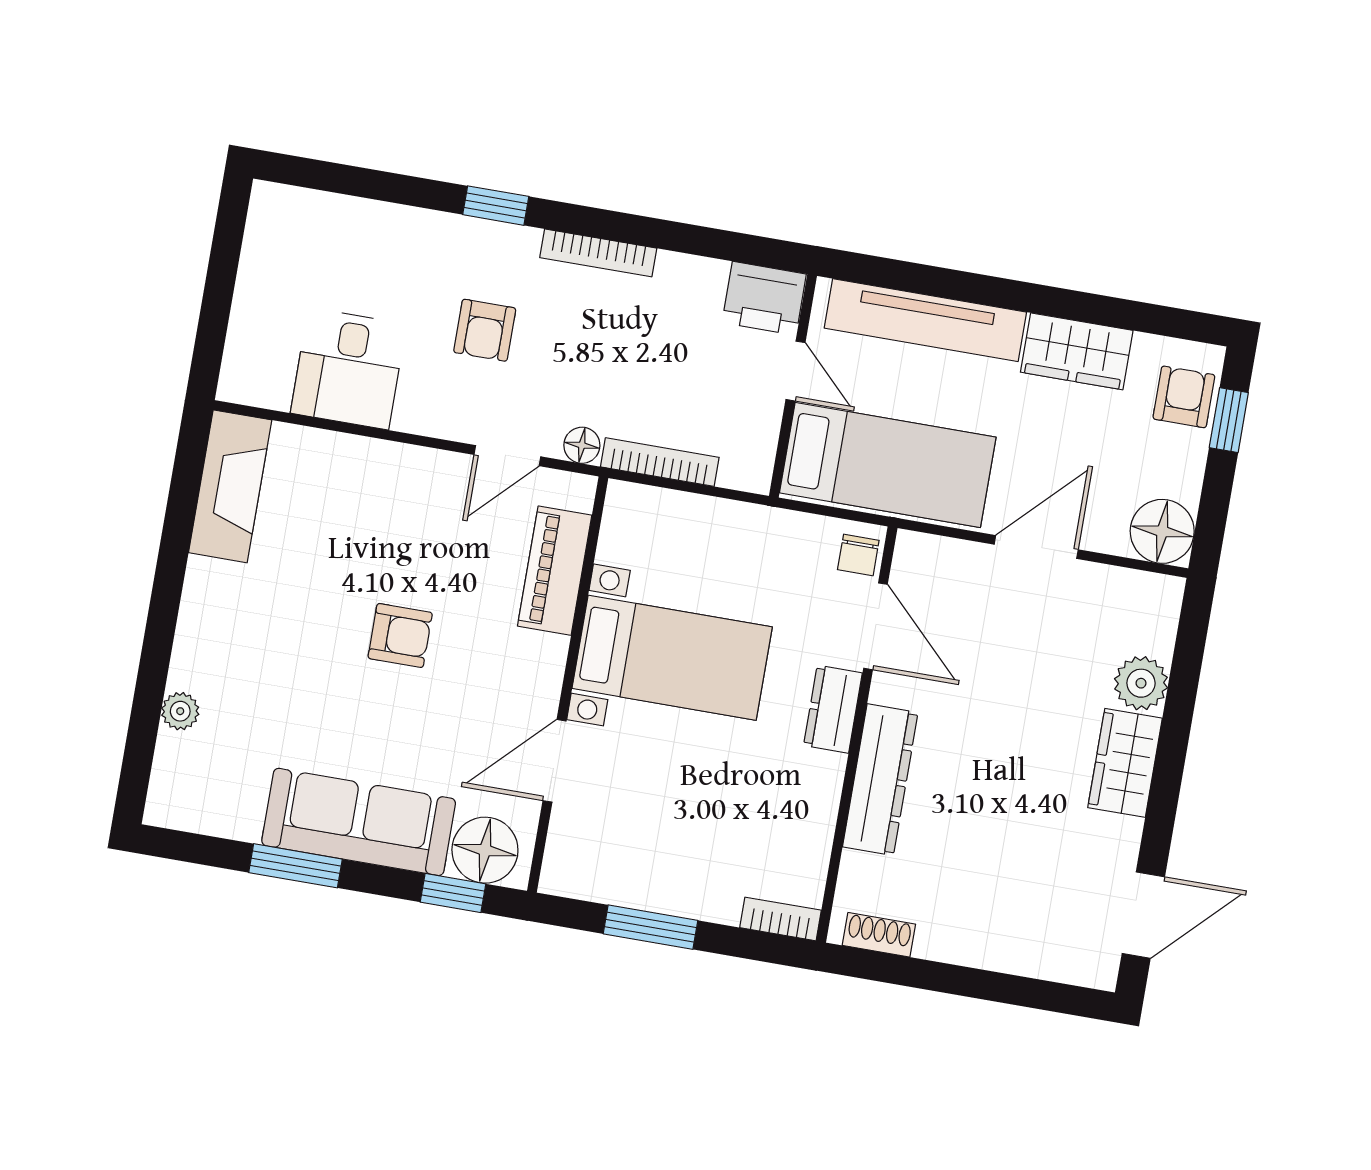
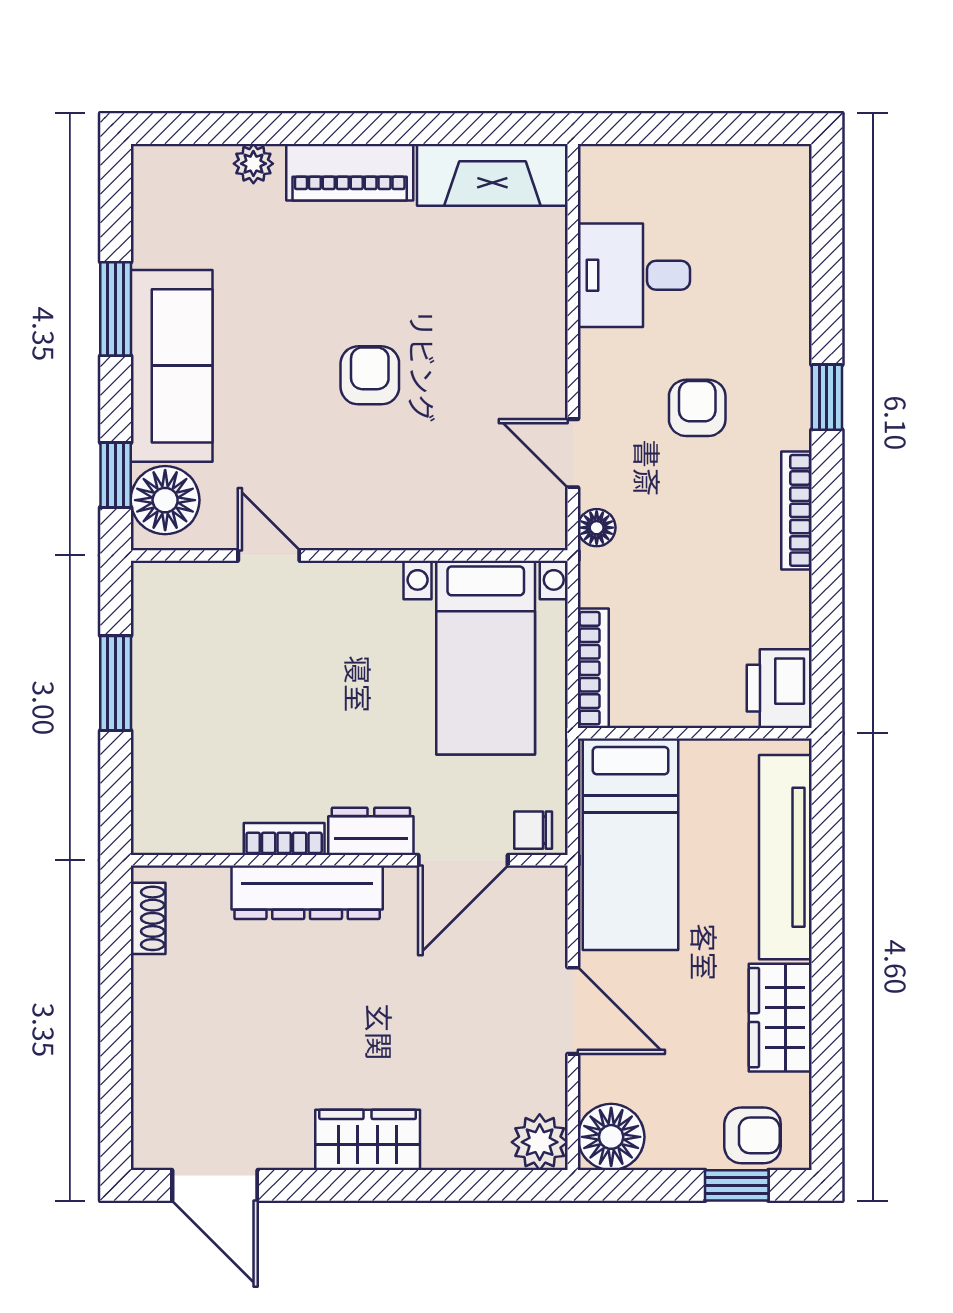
armchair: (485, 330) -> (697, 408), turned 90
door: (796, 371) -> (710, 733), removed
bookcase: (660, 462) -> (593, 668), moved
piano: (555, 571) -> (350, 172), moved, turned 180
armchair: (400, 635) -> (370, 375), turned 180
bed with nightstands: (672, 658) -> (486, 658), moved
plant: (1141, 683) -> (540, 1142), moved
door: (554, 761) -> (269, 555), width x0.73
bookcase: (781, 919) -> (284, 839), moved, turned -90

